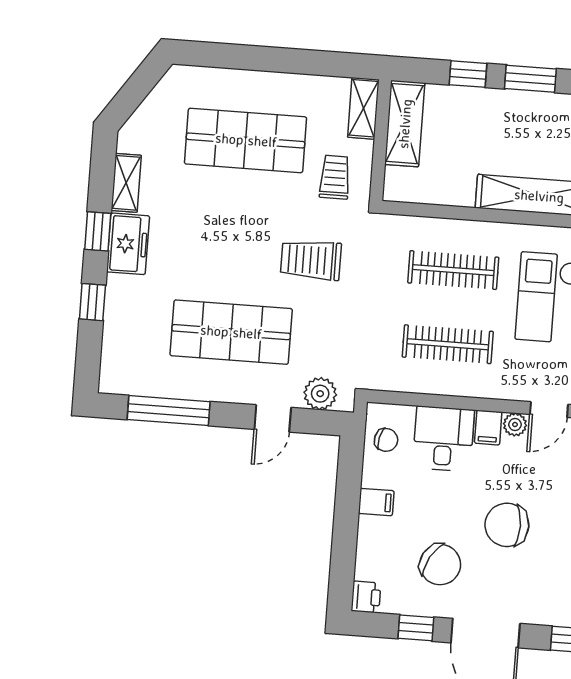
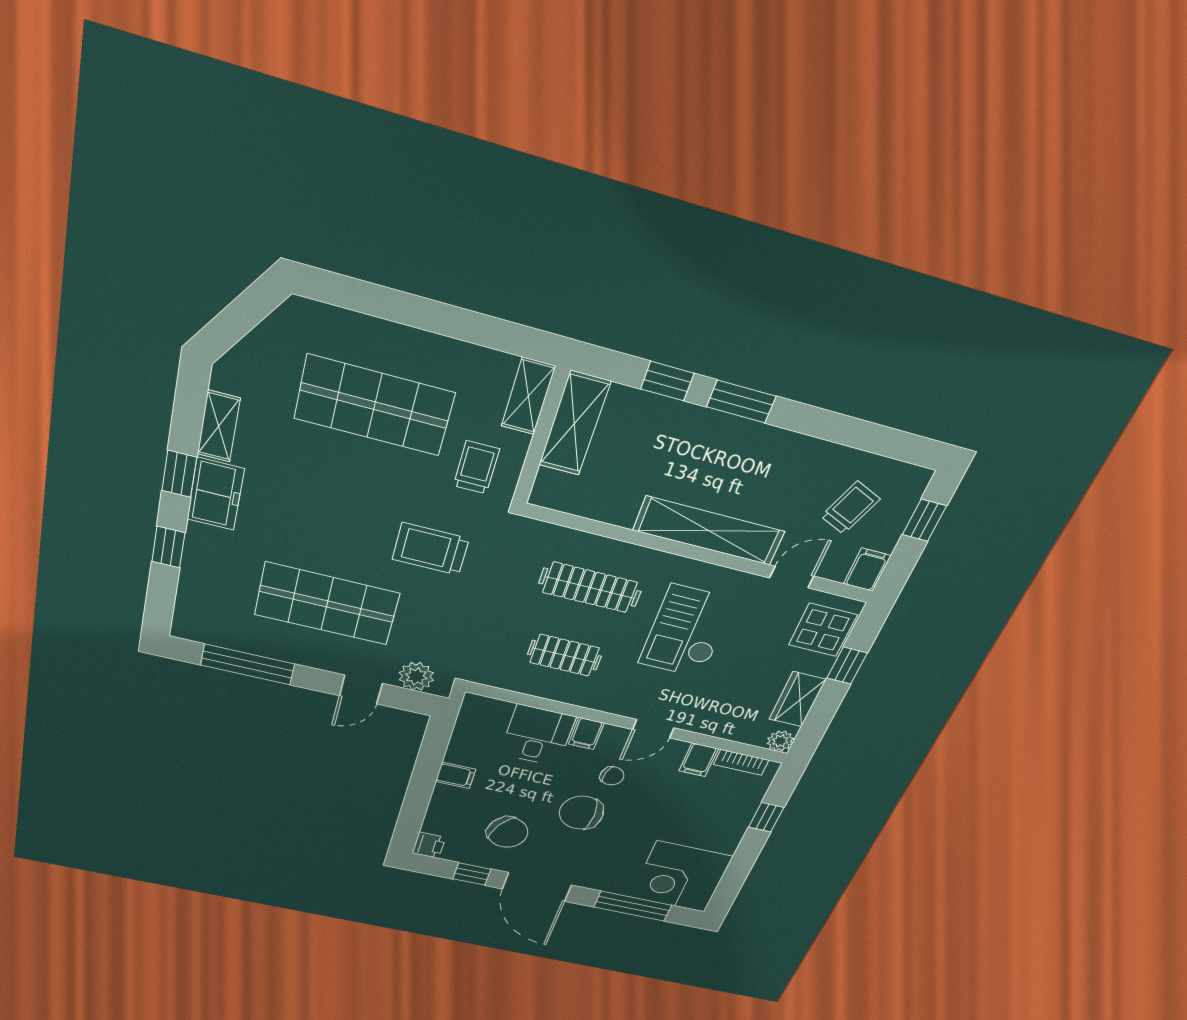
clothes rail: (448, 344) -> (564, 655), width x0.73
plant: (515, 425) -> (614, 735), removed
chair: (386, 440) -> (612, 776), moved

